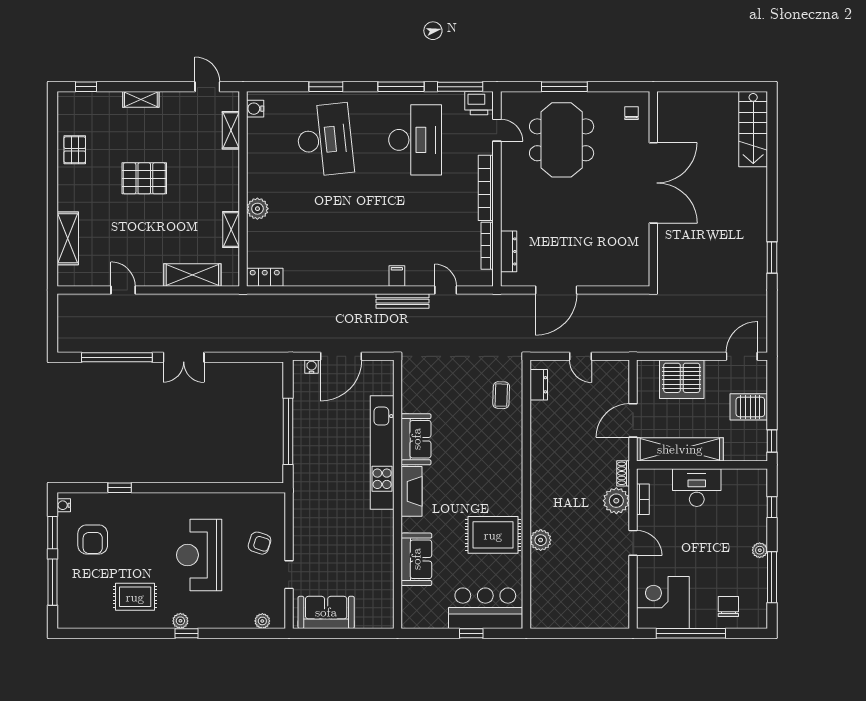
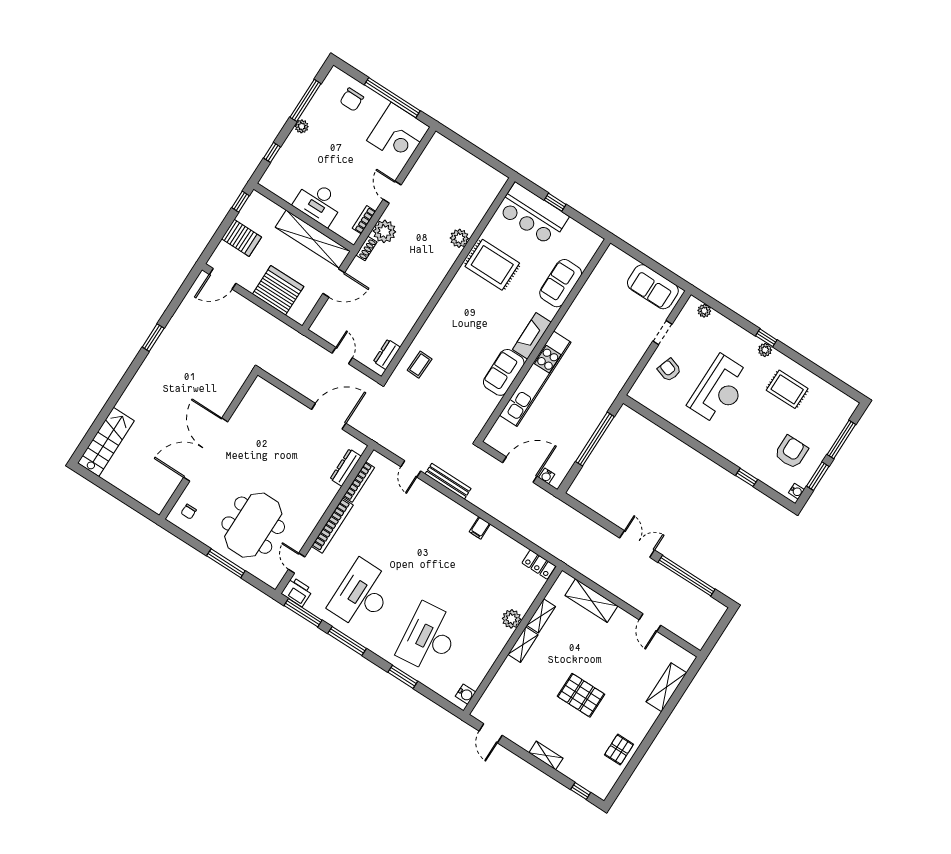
shelving: (231, 130) -> (523, 645), moved
filing cabinet: (397, 276) -> (480, 528), moved

